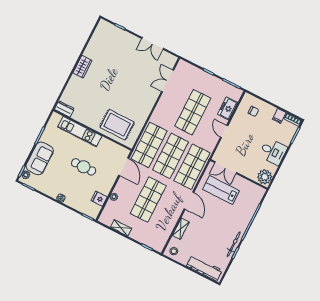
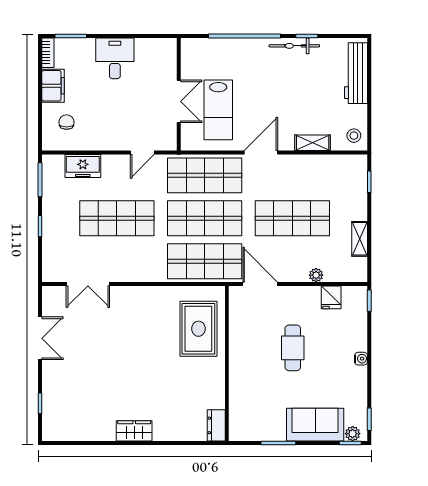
filing cabinet: (279, 116) -> (53, 86), width x2.00
kitchen unit: (80, 132) -> (240, 383), removed
door: (224, 132) -> (142, 153), moved
door: (124, 167) -> (260, 284), hinge flipped
double door: (226, 168) -> (179, 101), moved
plant: (265, 177) -> (162, 51), removed

